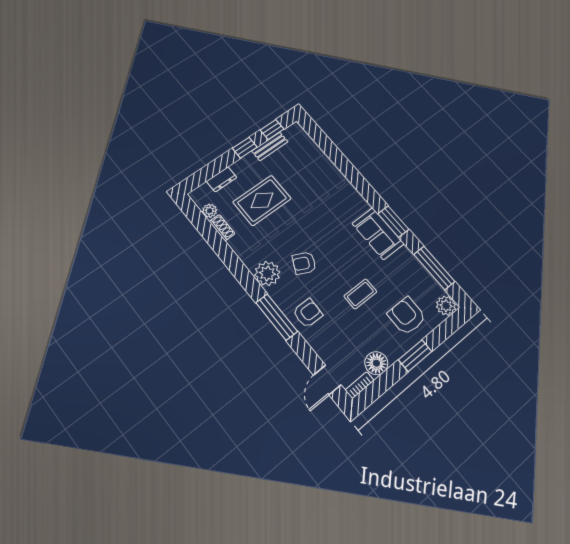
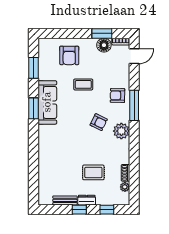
window: (272, 130) -> (107, 210), moved
dresser: (222, 179) -> (87, 200), moved
rug: (262, 200) -> (93, 172), width x0.73, depth x0.70
sofa: (378, 234) -> (47, 102), width x1.36
window: (434, 268) -> (33, 68), width x0.69
plant: (446, 306) -> (45, 45), removed
window: (415, 356) -> (102, 33), moved

